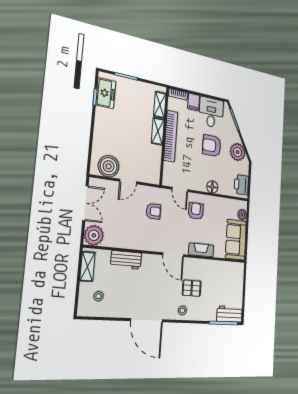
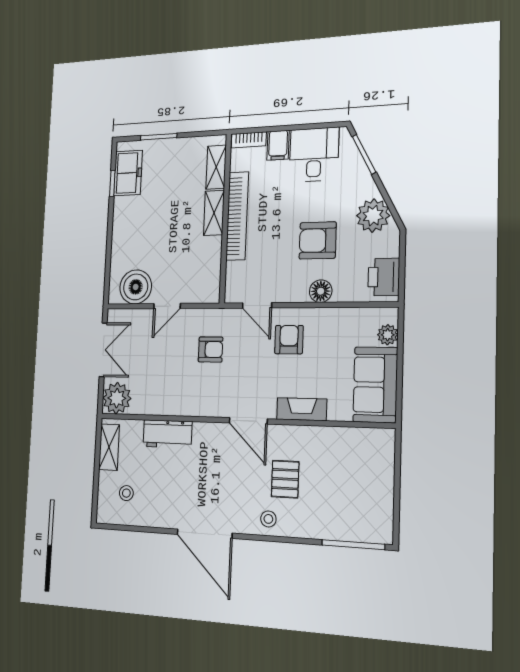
armchair: (212, 146) -> (318, 240), moved
pallet: (192, 288) -> (285, 479), turned 90
workbench: (229, 314) -> (366, 528), removed

